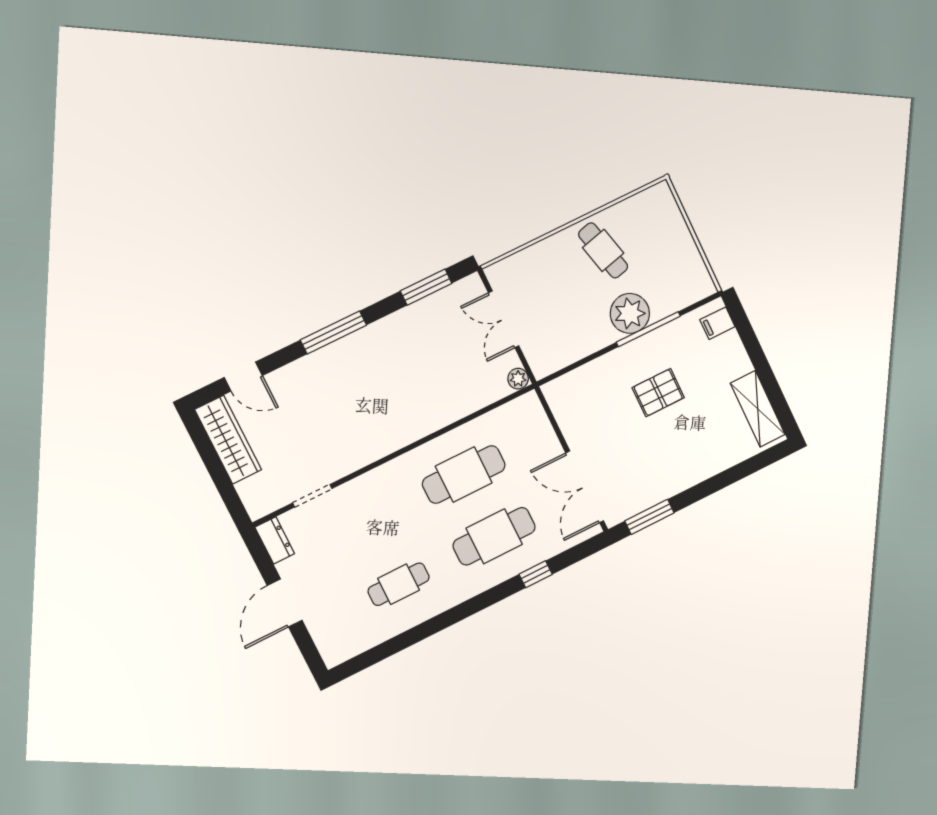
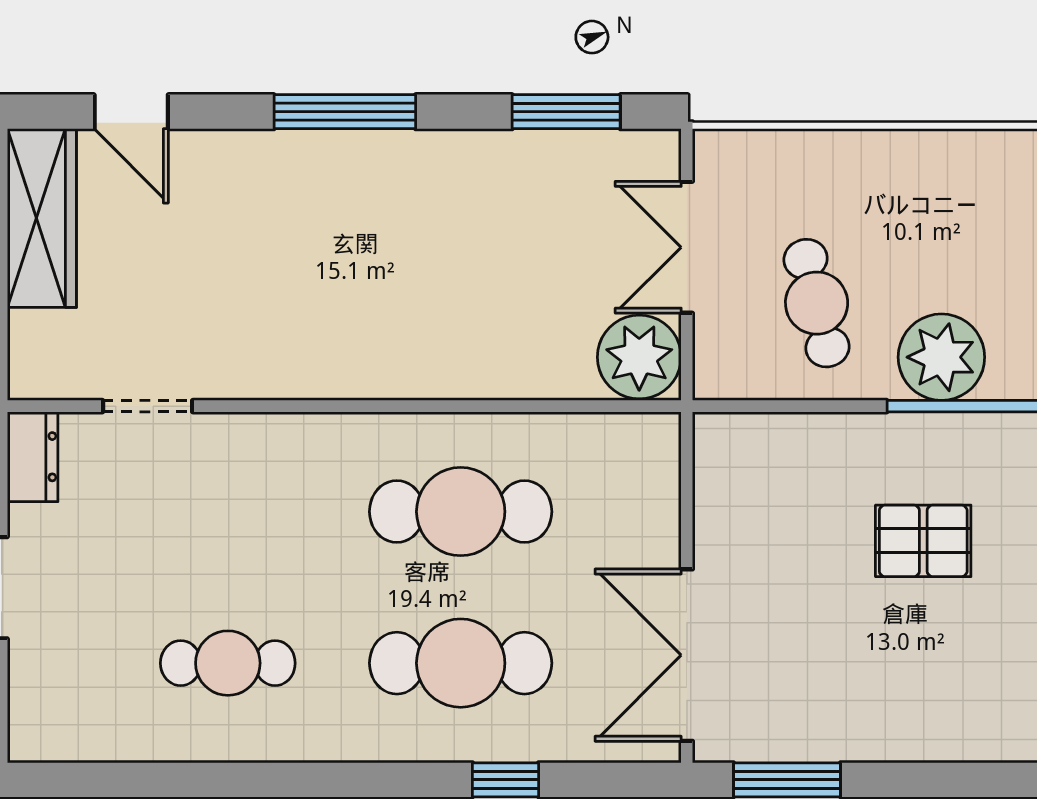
cafe table: (603, 250) -> (817, 303), moved
plant: (518, 379) -> (639, 357), width x1.87, depth x1.87

